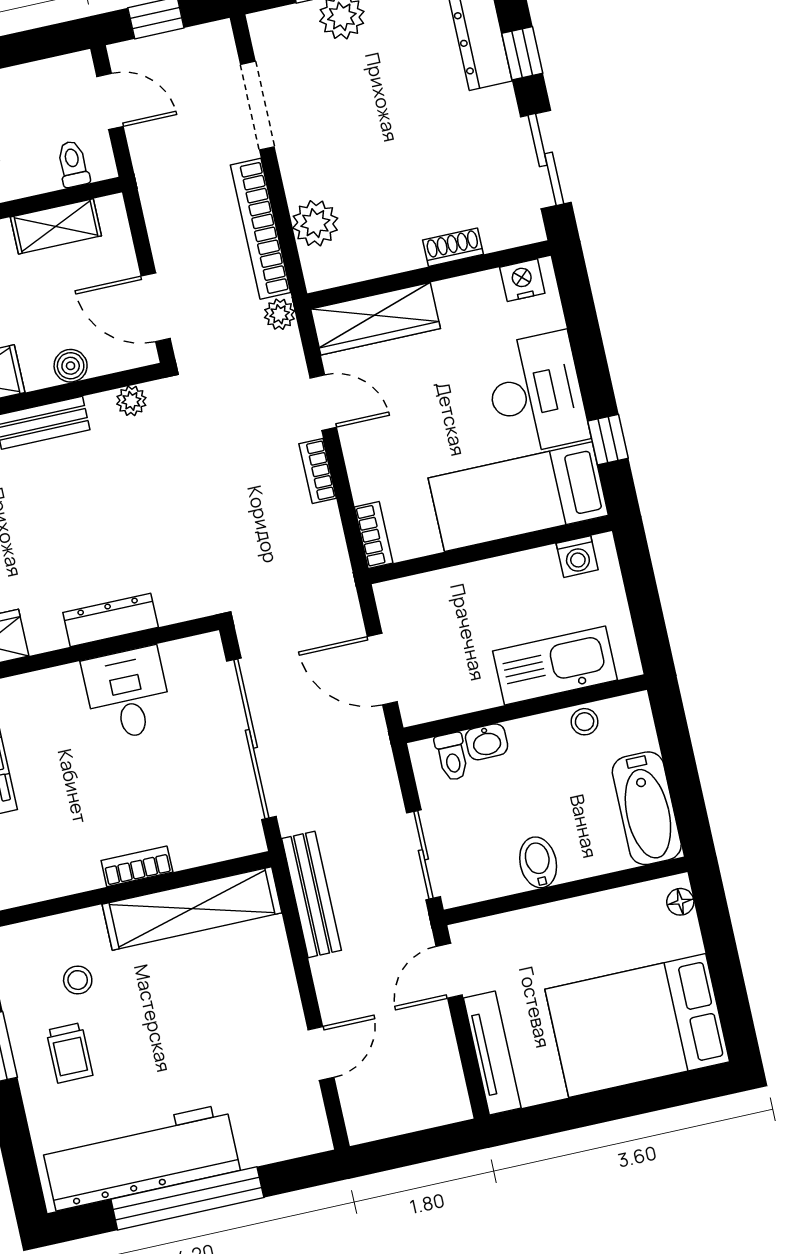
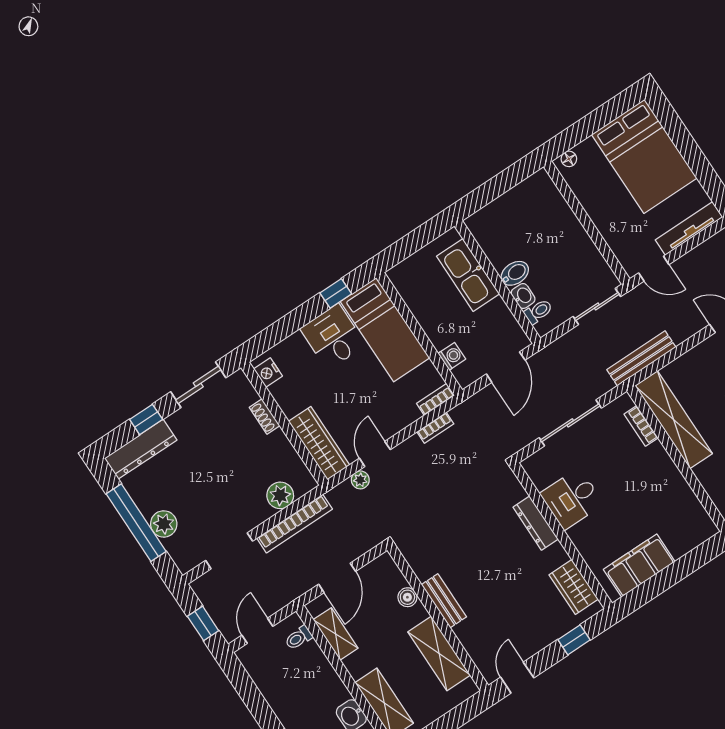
door: (156, 307) -> (337, 578), moved
plant: (280, 314) -> (360, 480), moved
desk: (536, 393) -> (333, 337), width x0.73
plant: (131, 401) -> (414, 557), removed
bookcase: (318, 471) -> (435, 428), moved
washing machine: (577, 557) -> (452, 356), moved
stool: (585, 722) -> (492, 248), removed
sliding door: (251, 739) -> (570, 423), width x0.73
bathtub: (647, 808) -> (526, 196), removed
bidet: (538, 862) -> (515, 273), moved, turned 180
bookcase: (137, 866) -> (641, 426), moved

